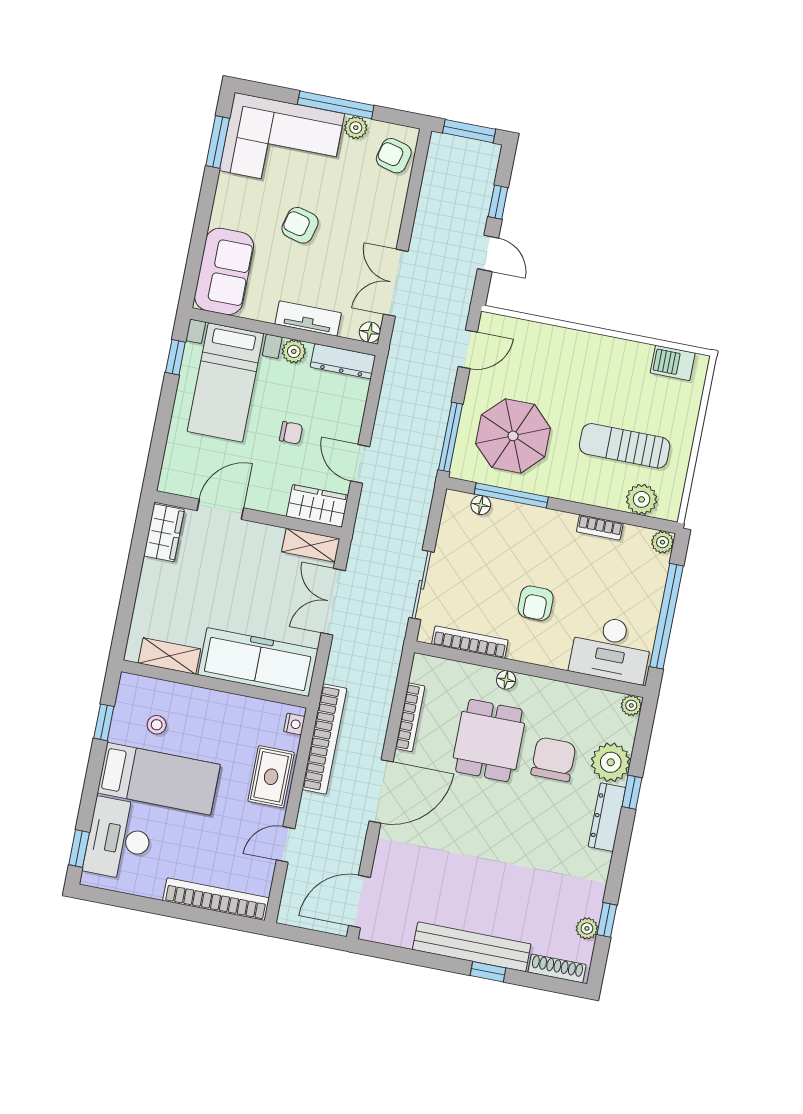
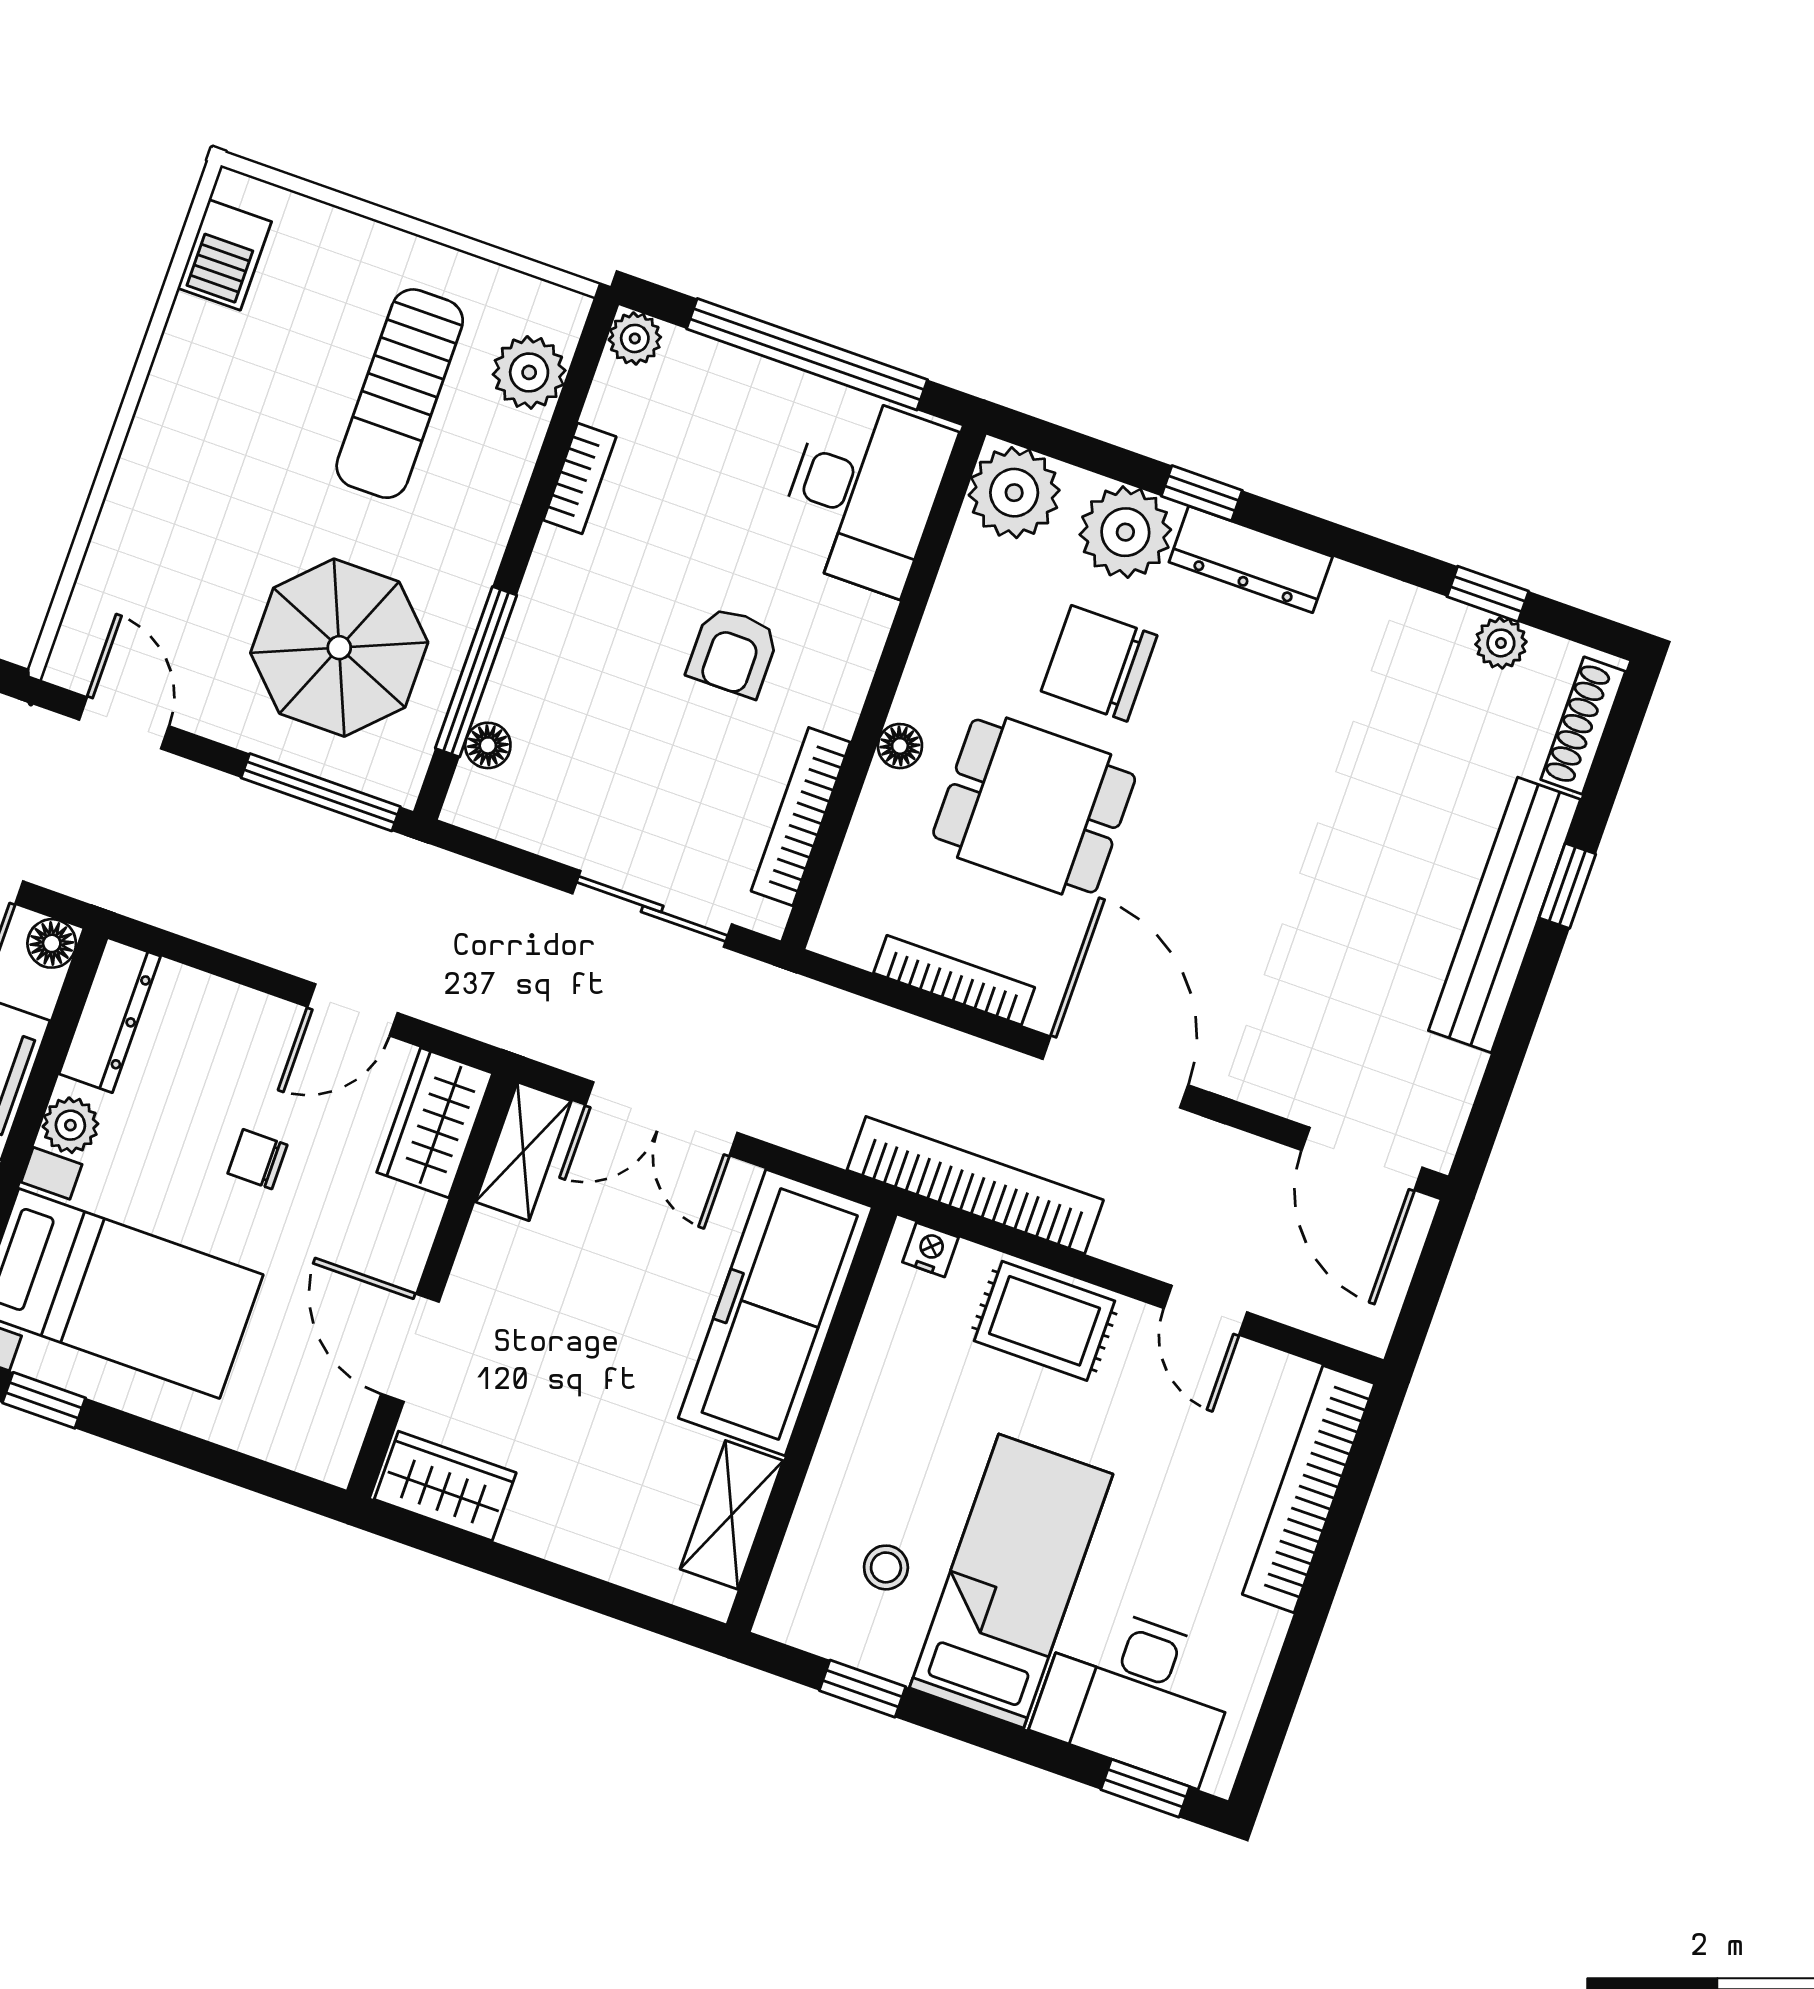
chair: (291, 433) -> (257, 1159), turned -90
armchair: (536, 603) -> (733, 652), turned 90
plant: (631, 705) -> (1014, 493), width x1.87, depth x1.87

